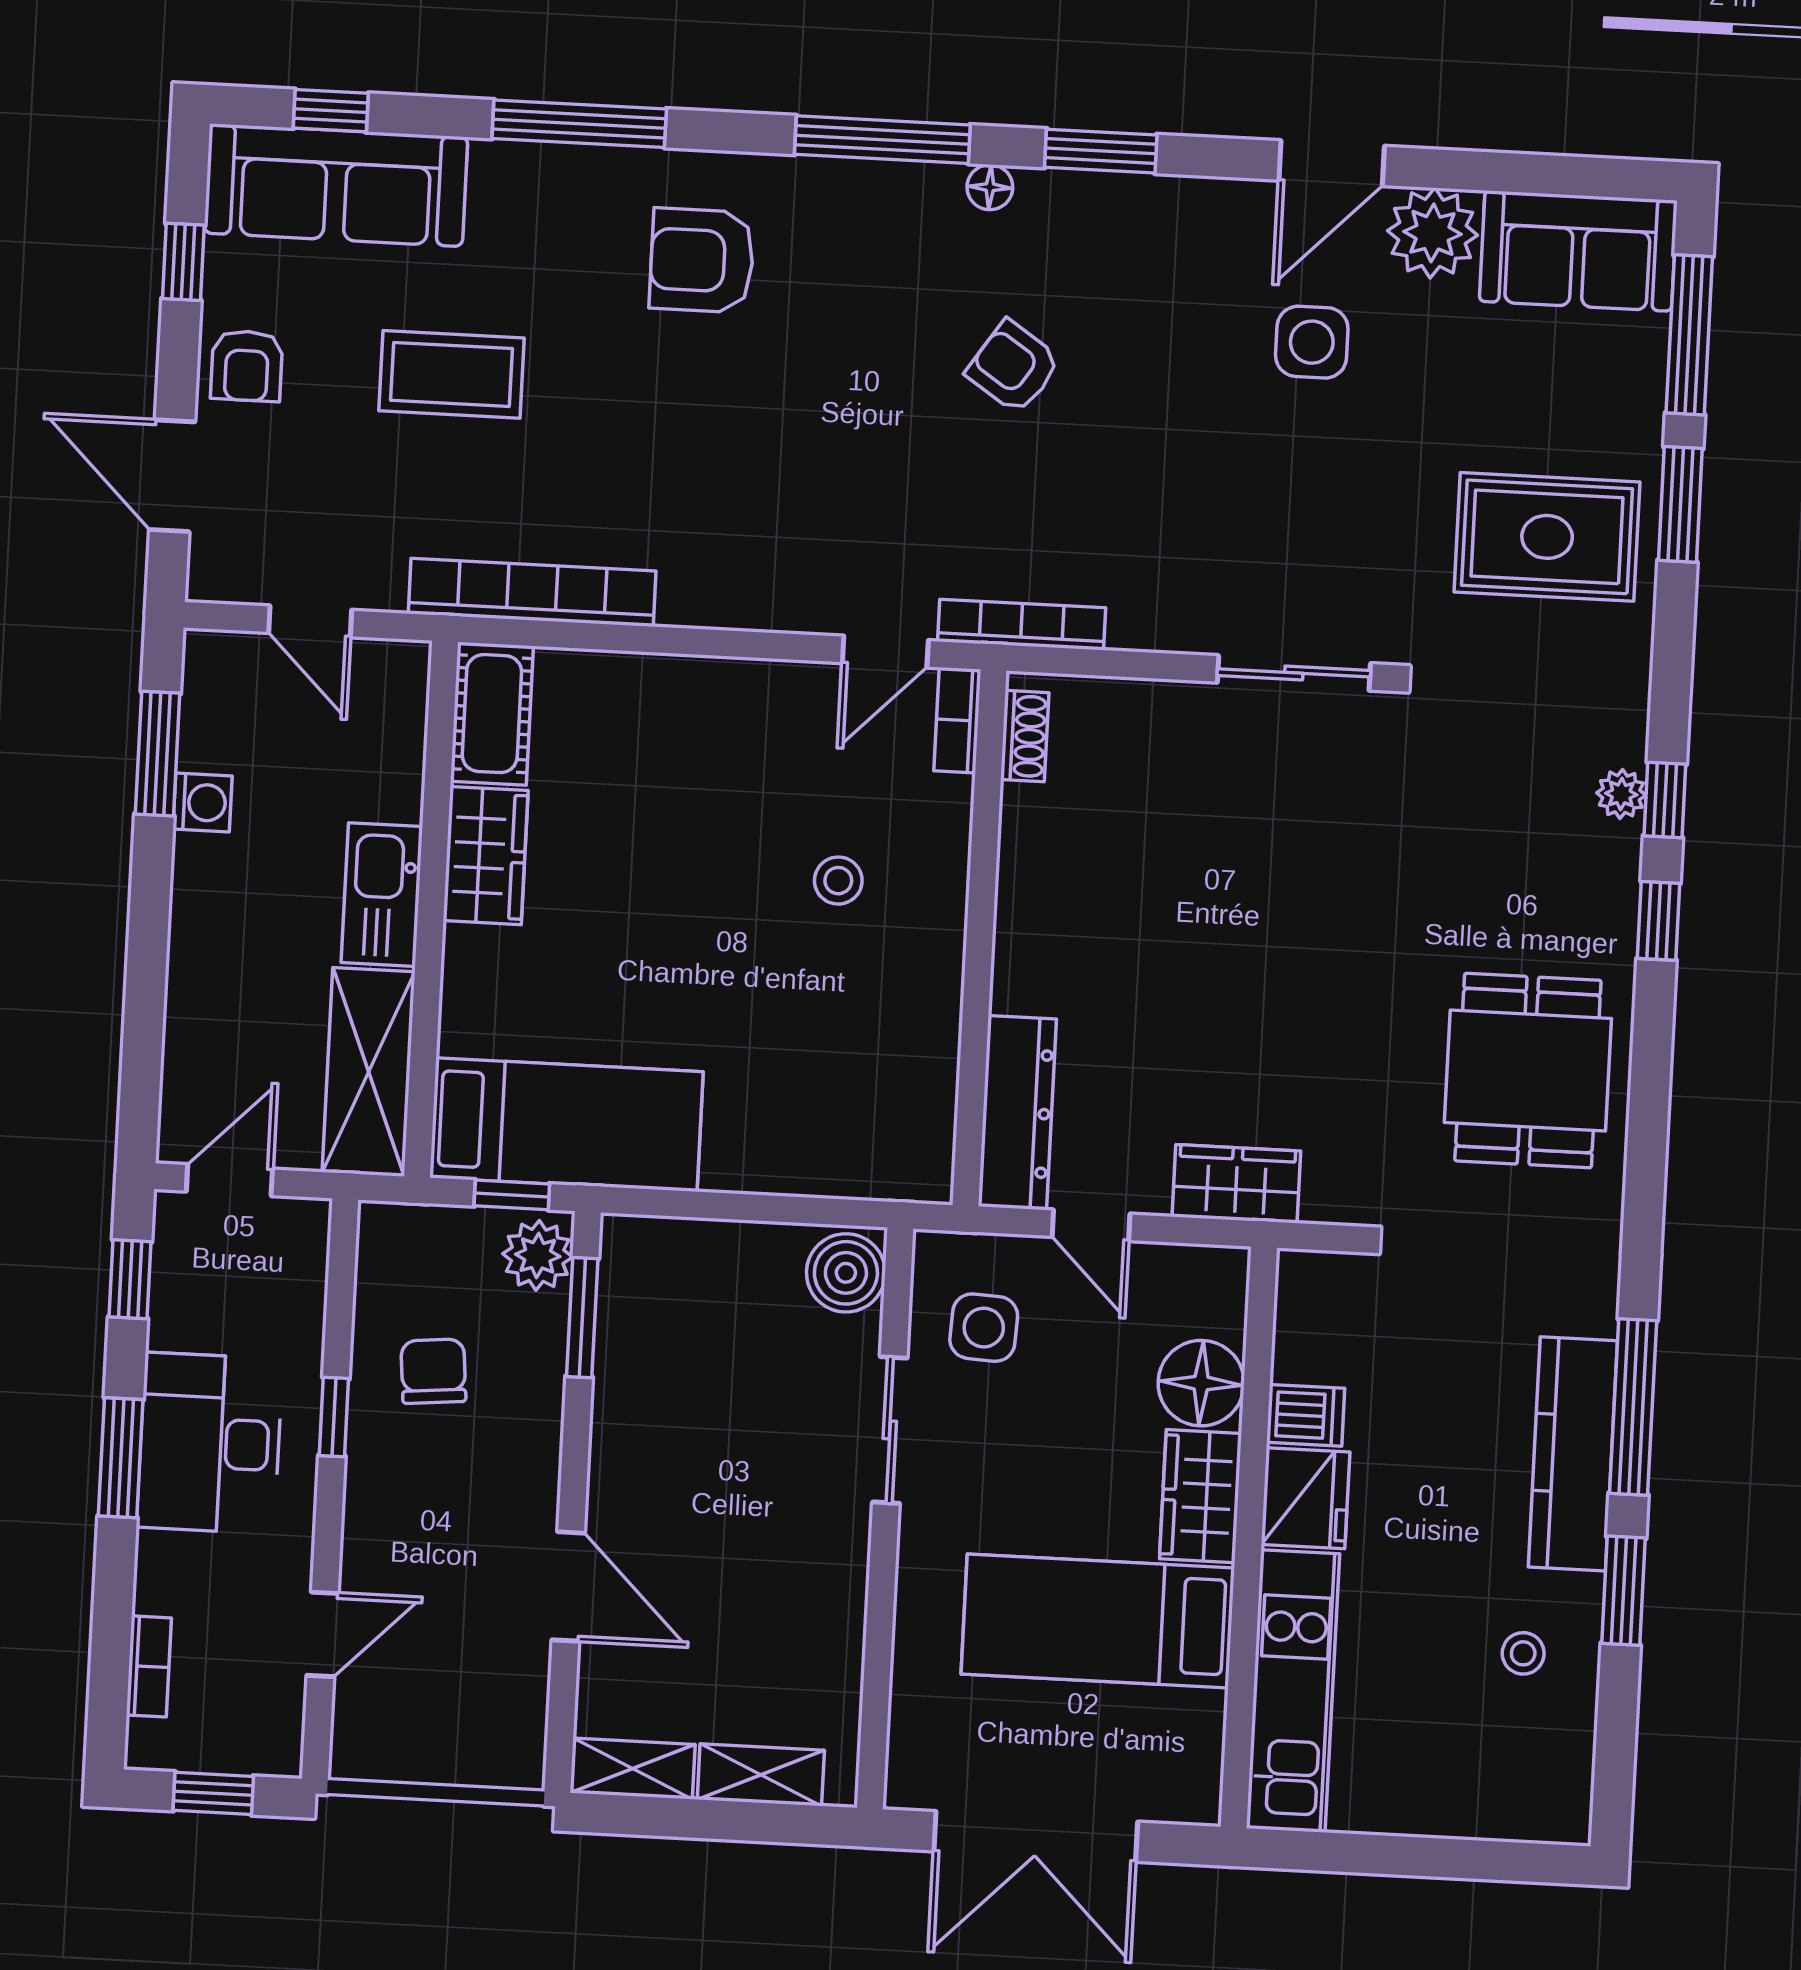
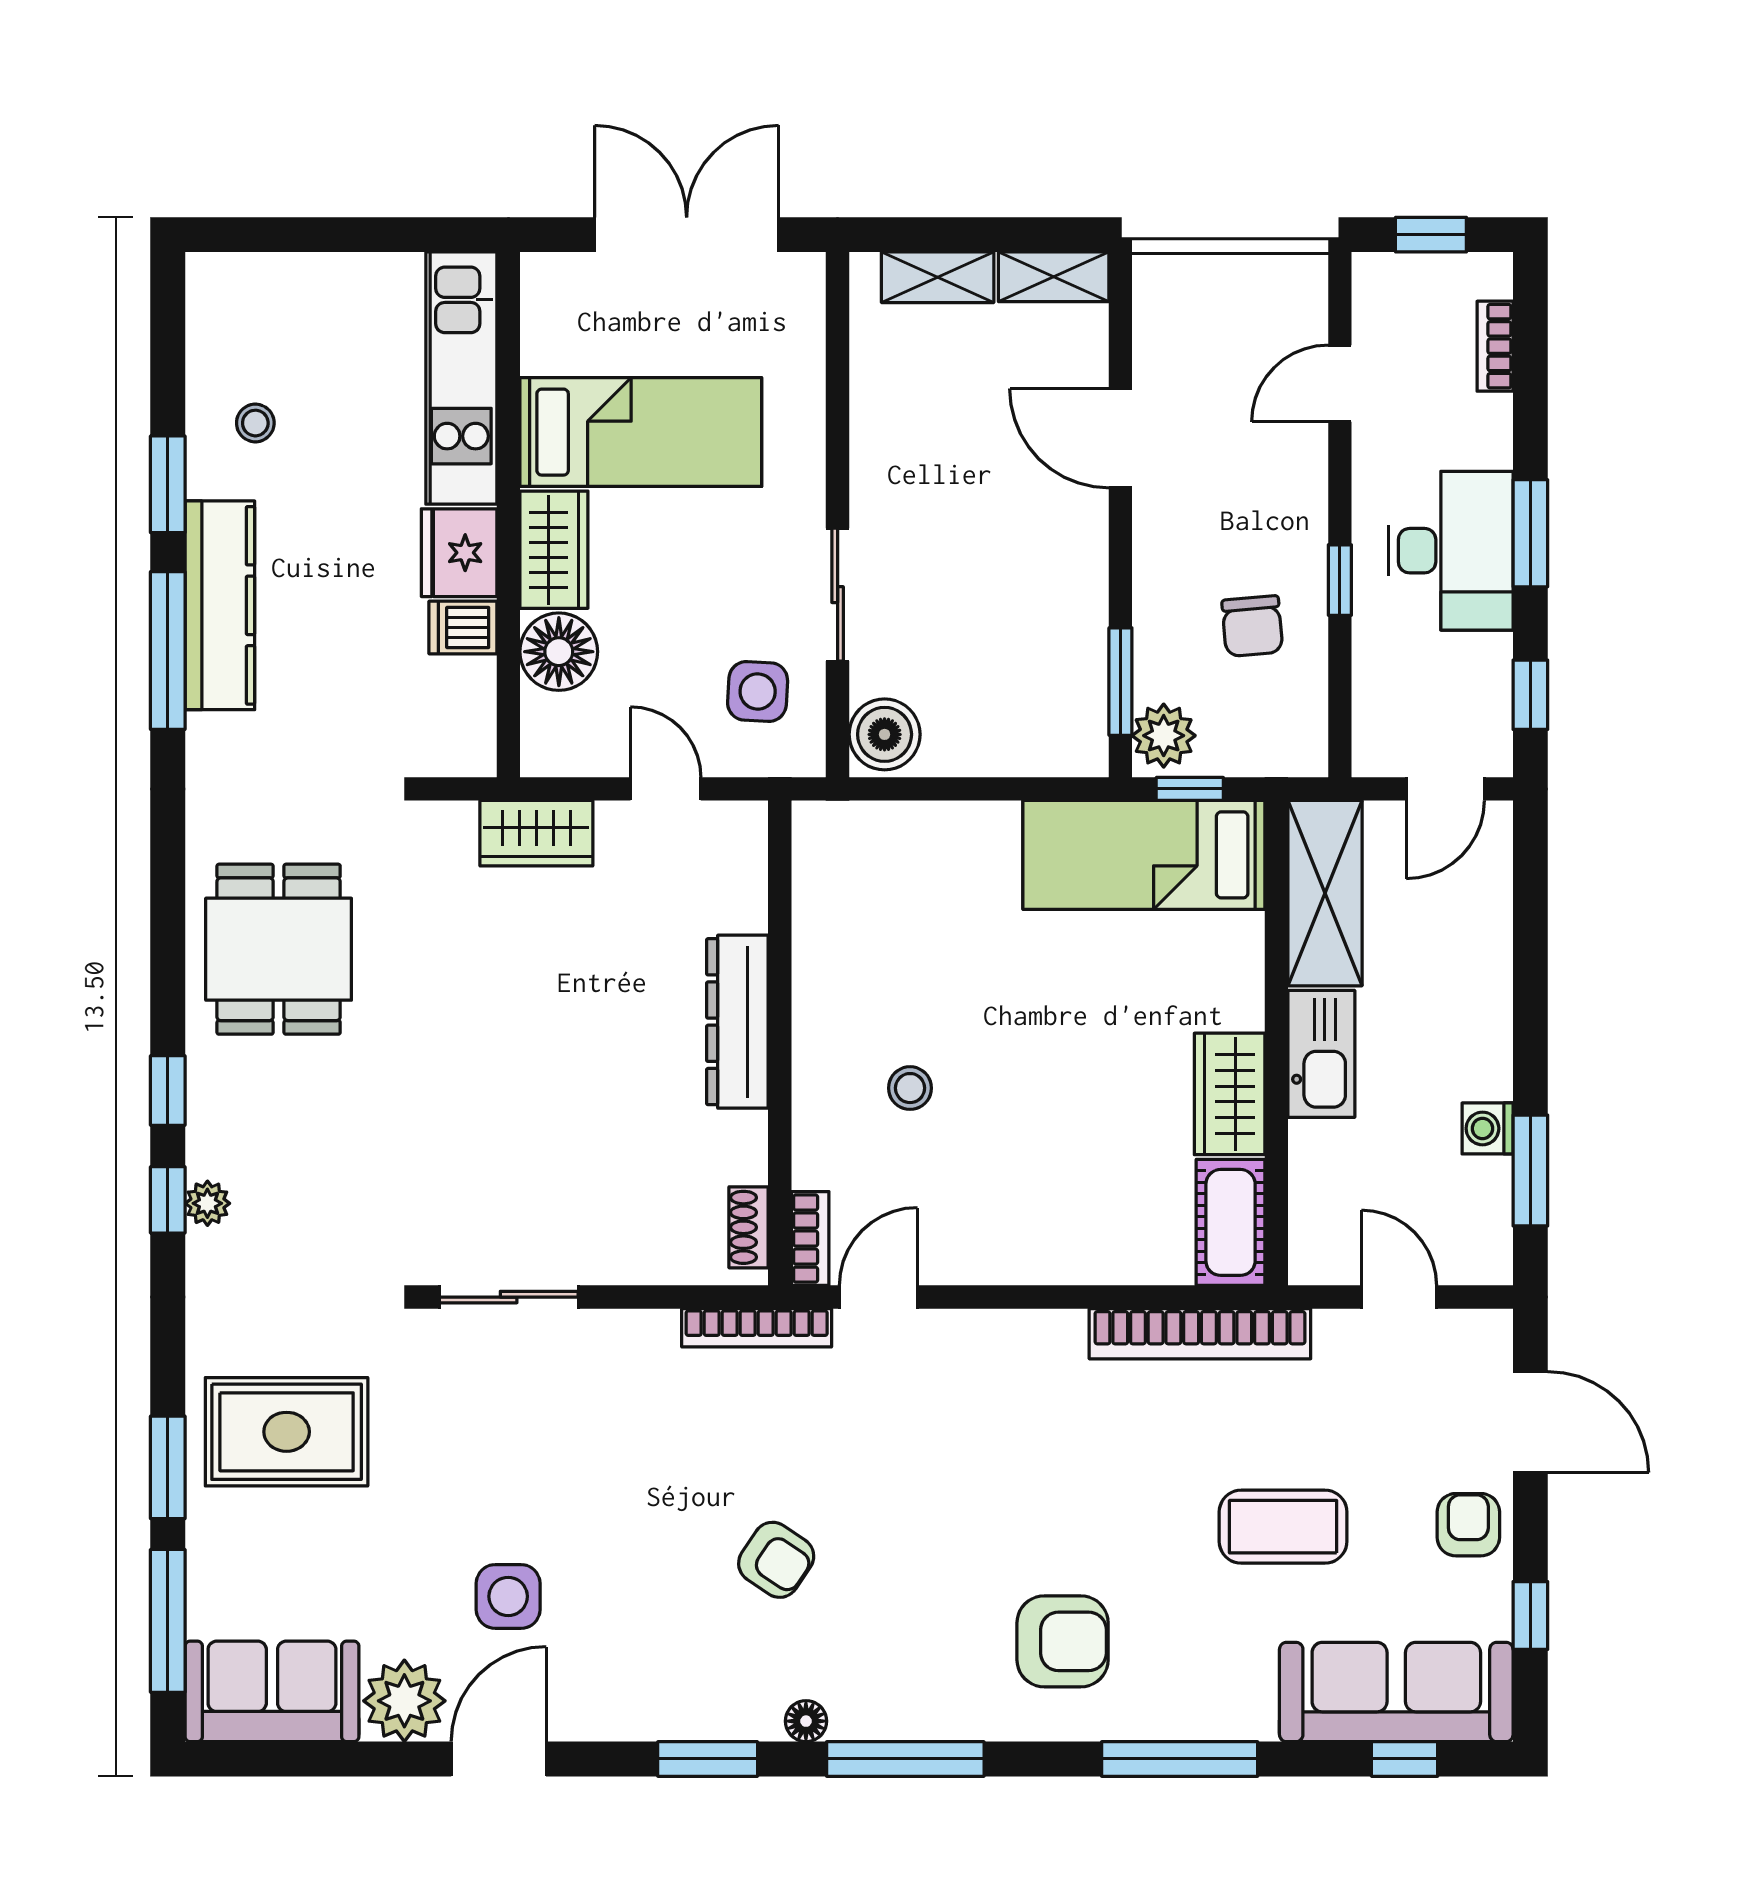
dresser: (1017, 1113) -> (737, 1022), moved

